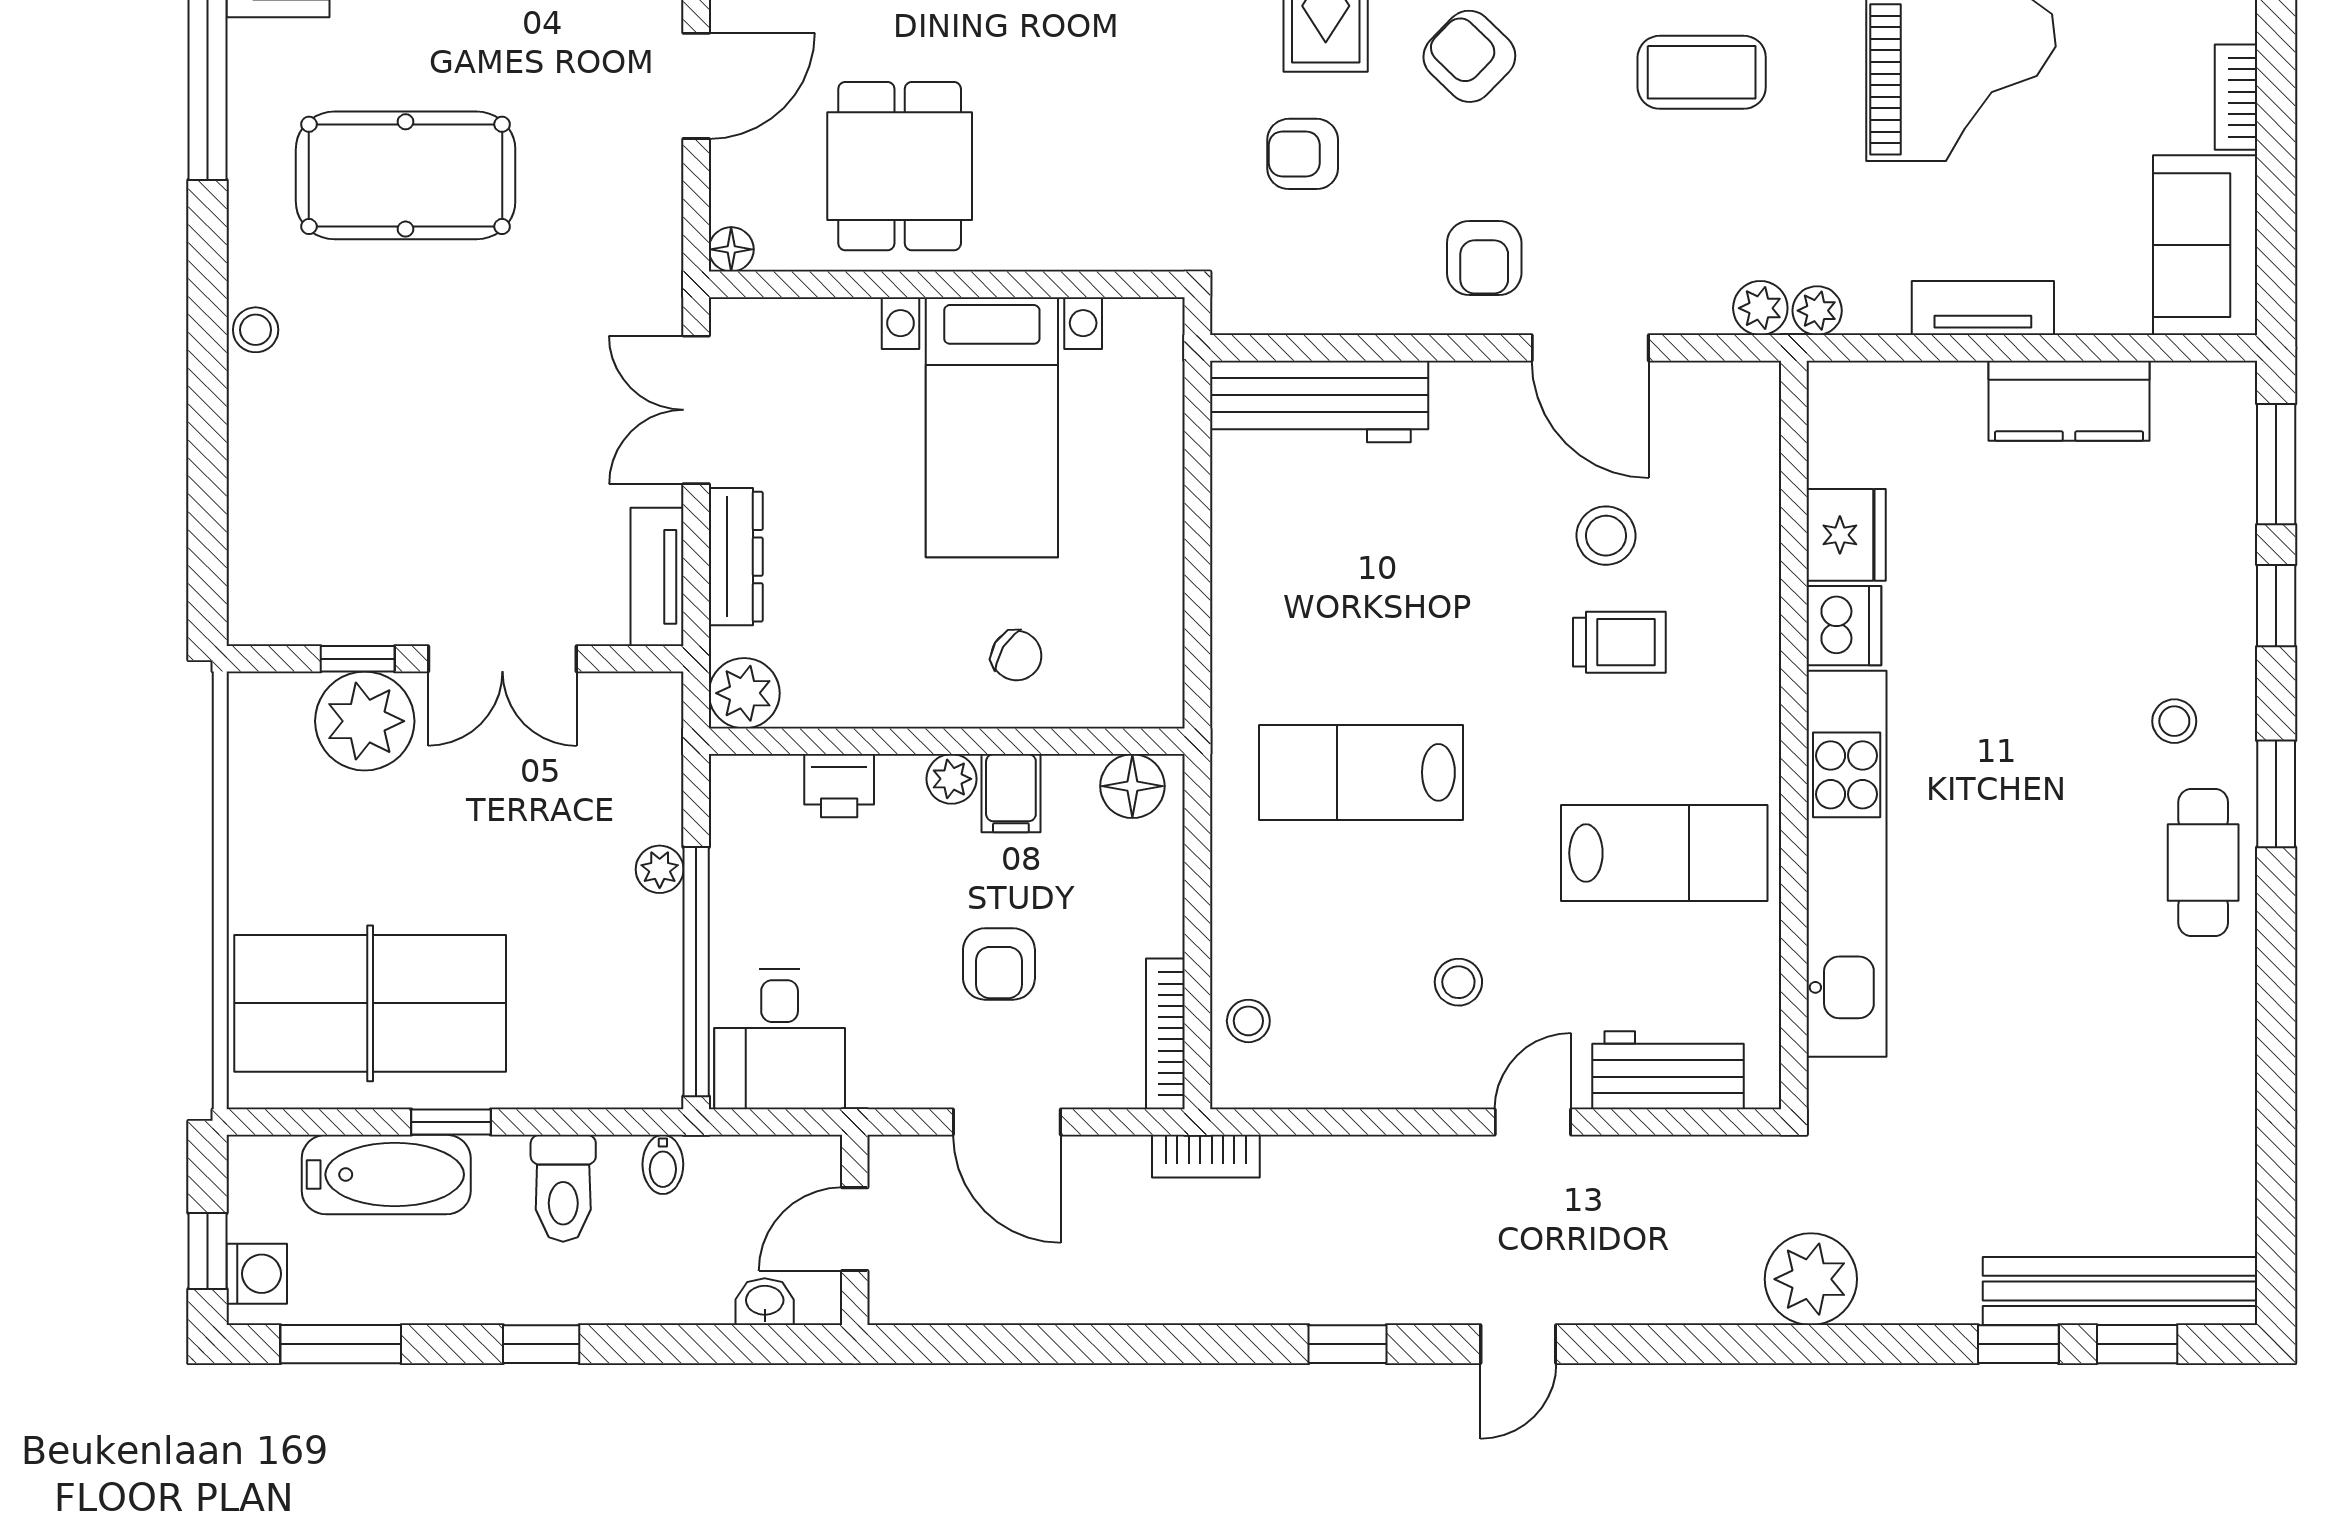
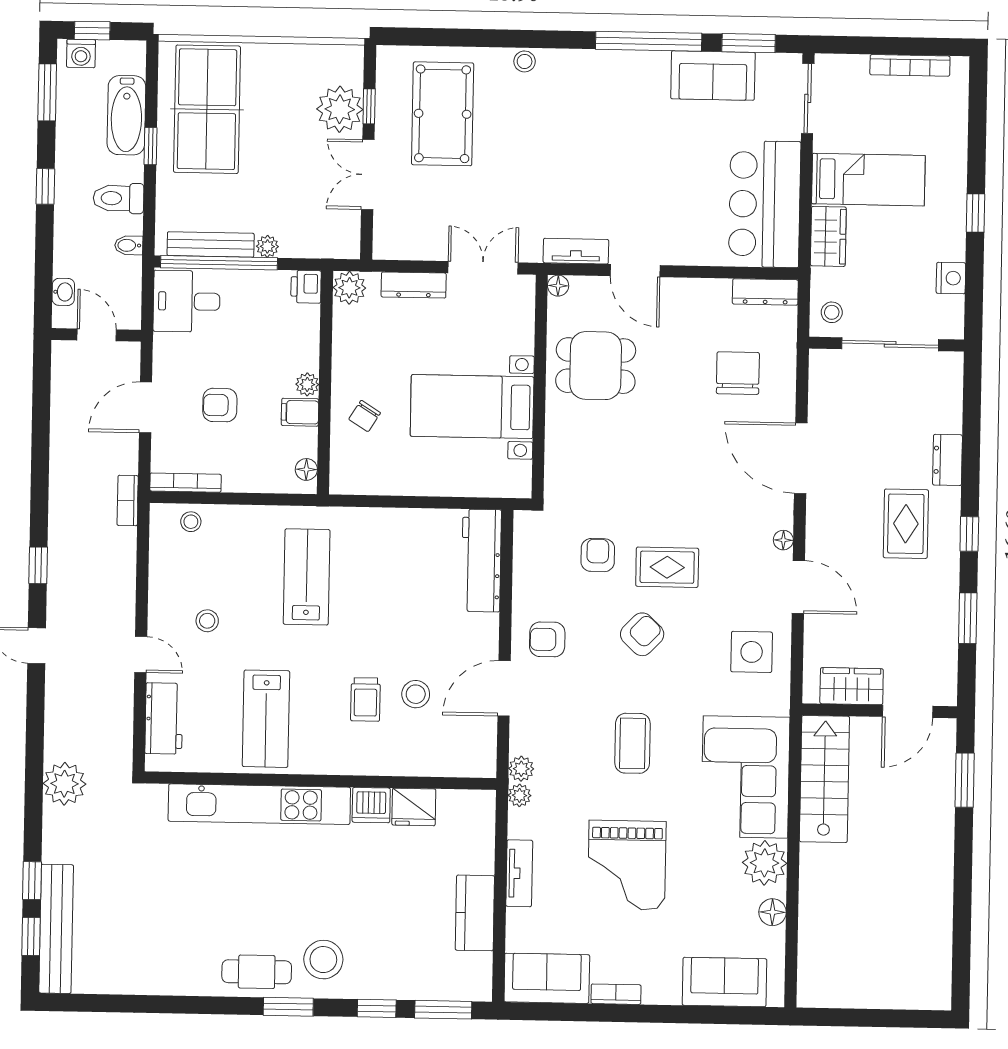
pool table: (406, 175) -> (443, 114), moved
tv unit: (657, 577) -> (576, 251), moved
stool: (2174, 721) -> (323, 960), width x1.89, depth x1.89
printer: (839, 786) -> (306, 287), moved
floor lamp: (1132, 786) -> (306, 469), width x0.73, depth x0.73
bench: (658, 990) -> (211, 244), added

